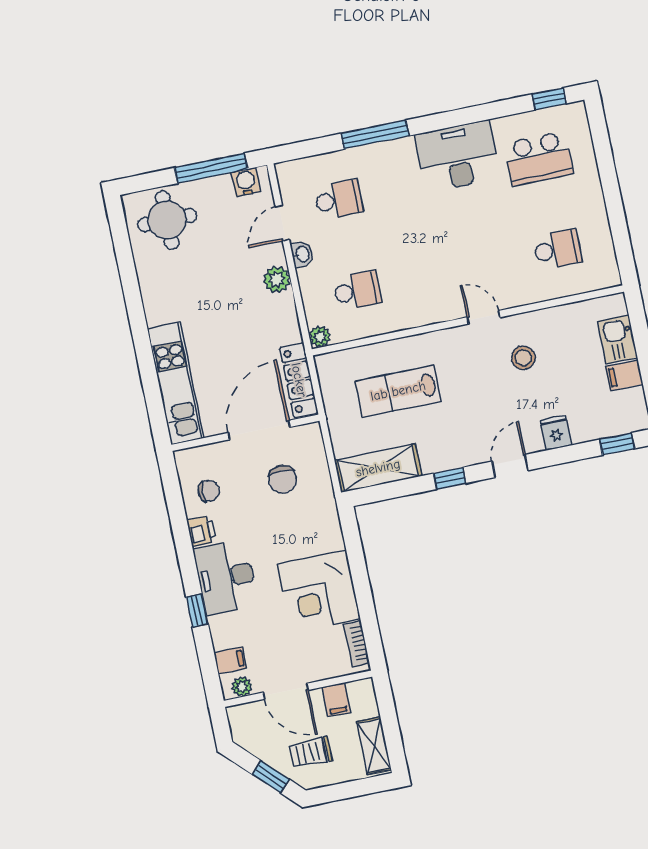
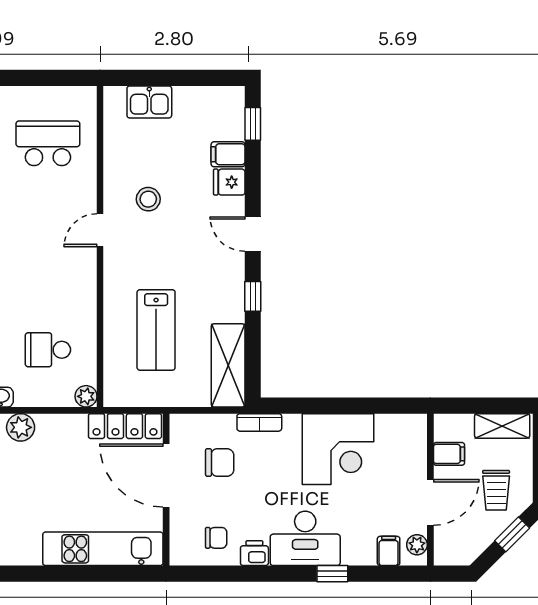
school desk: (557, 249) -> (48, 143), width x1.85
school desk: (357, 290) -> (48, 350), turned -90
filing cabinet: (624, 375) -> (228, 154), moved, turned 90
chair: (209, 491) -> (216, 538), turned 90
bookcase: (357, 644) -> (259, 422), moved

